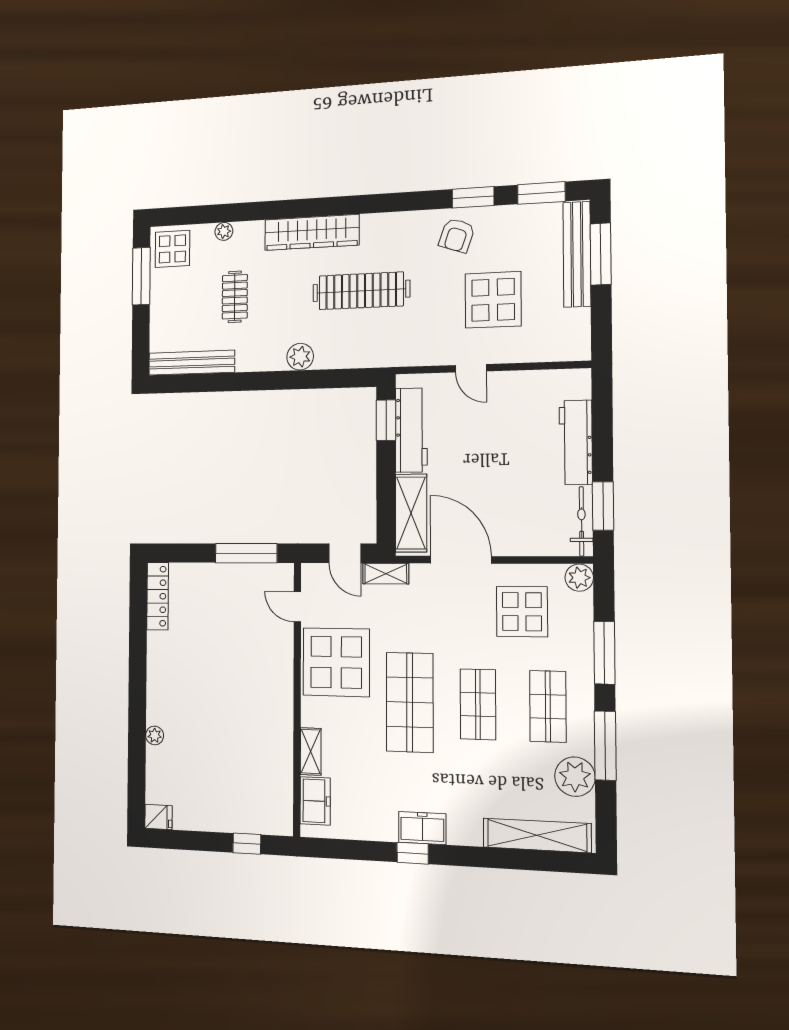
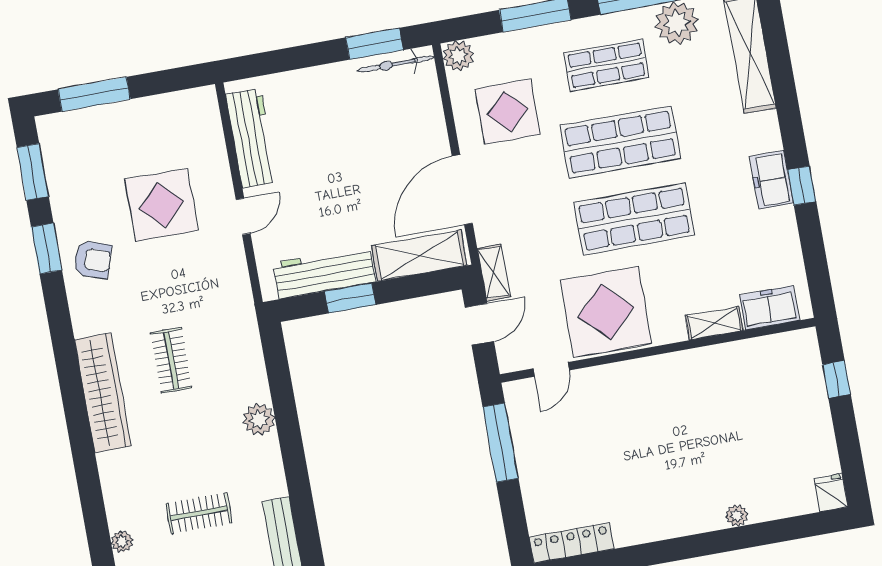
wardrobe: (312, 232) -> (103, 393), moved
bench: (577, 254) -> (98, 120), removed
clothes rail: (361, 291) -> (171, 360), width x0.54, depth x0.76
window: (386, 420) -> (350, 298), moved
workbench: (576, 442) -> (252, 138), moved, turned -90
shop shelf: (478, 704) -> (620, 142), width x1.43, depth x1.36

